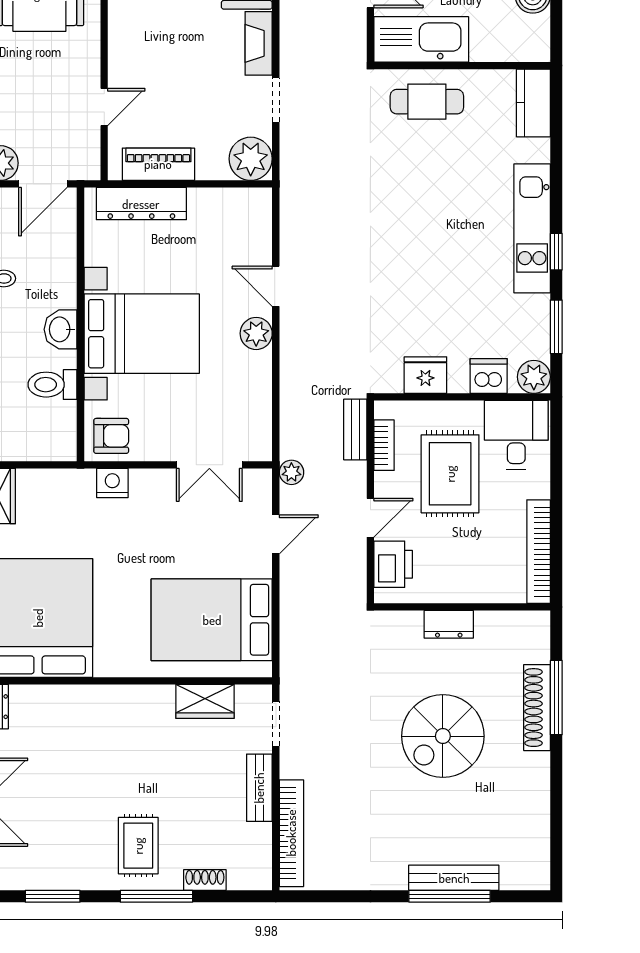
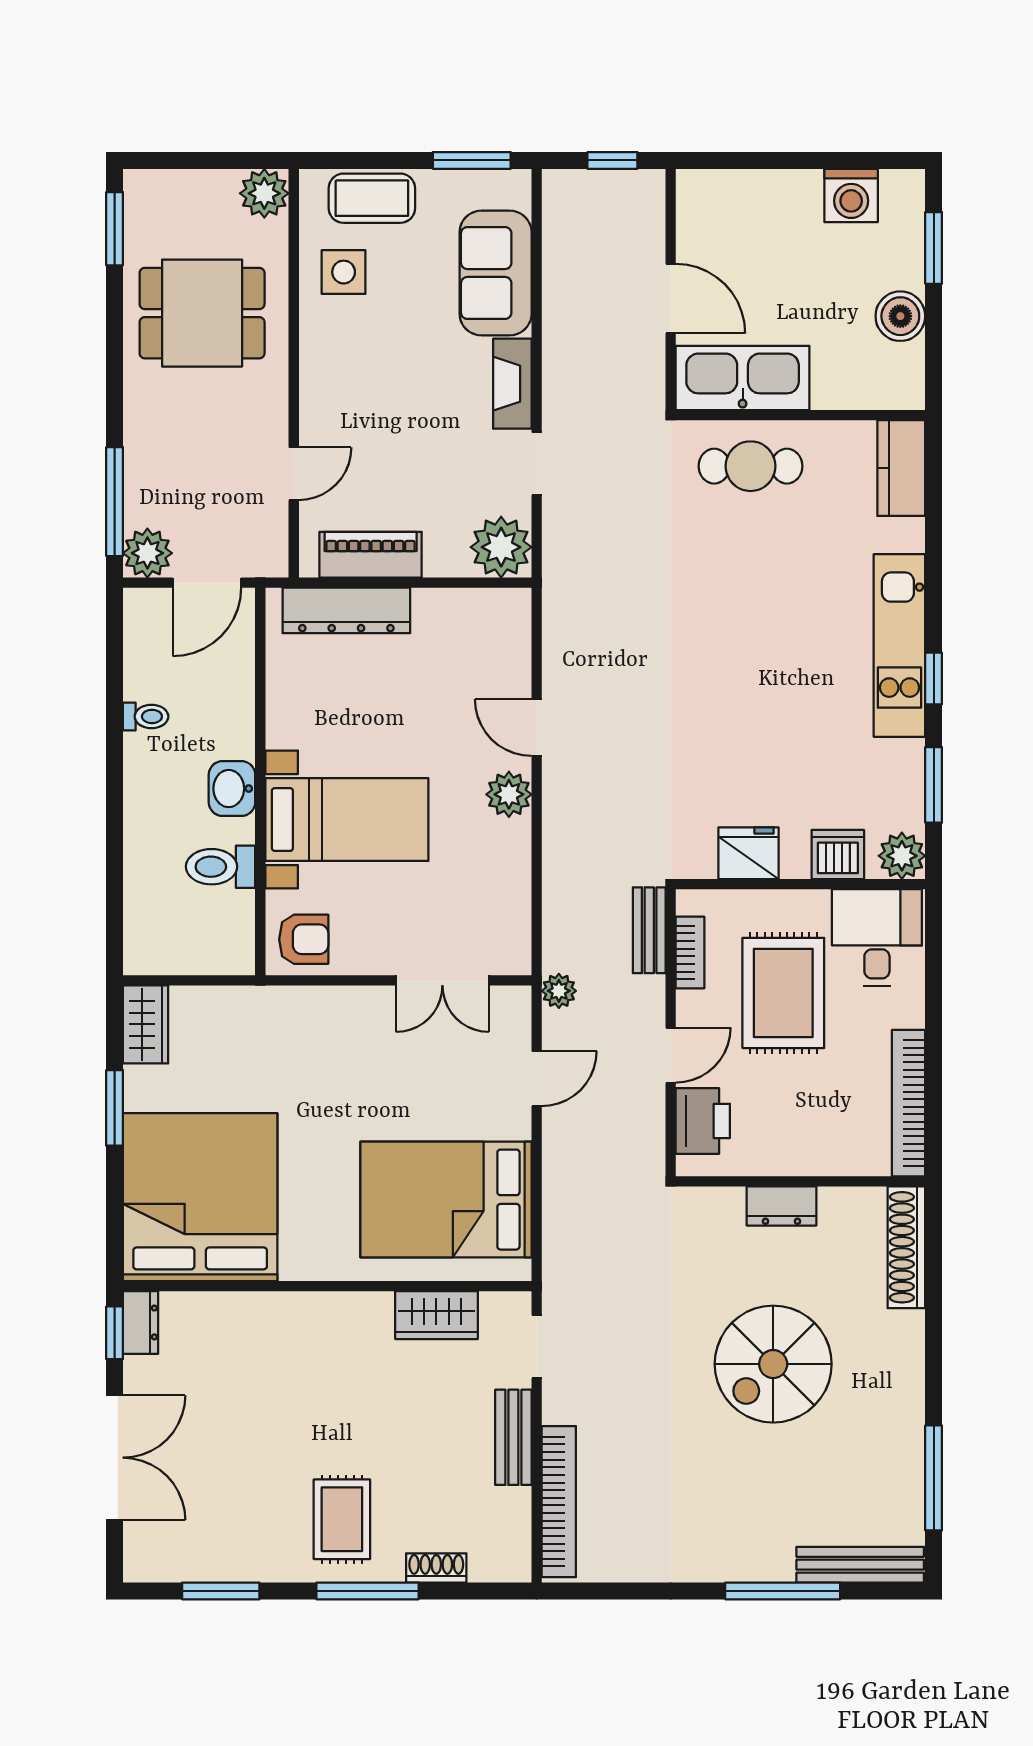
bed with nightstands: (142, 334) -> (347, 820), width x0.73
nightstand: (112, 483) -> (305, 1006), removed
window: (556, 698) -> (934, 1478), moved
shoe rack: (537, 708) -> (906, 1247), moved
bench: (454, 878) -> (860, 1565), moved

